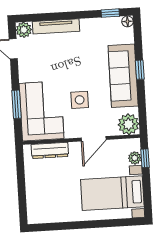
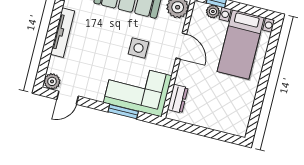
tv unit: (56, 26) -> (63, 33), moved
dresser: (50, 150) -> (178, 99), width x0.70

